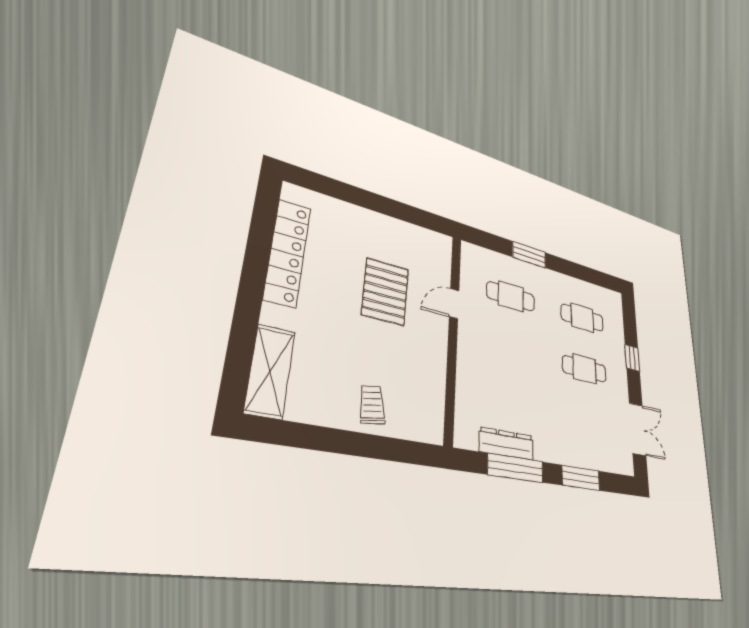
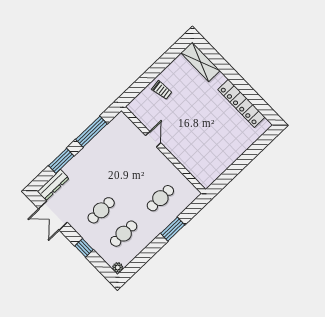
pallet: (385, 292) -> (201, 133), removed
plant: (616, 299) -> (118, 268), added
door: (454, 304) -> (153, 139), moved
dresser: (506, 444) -> (53, 185), moved

